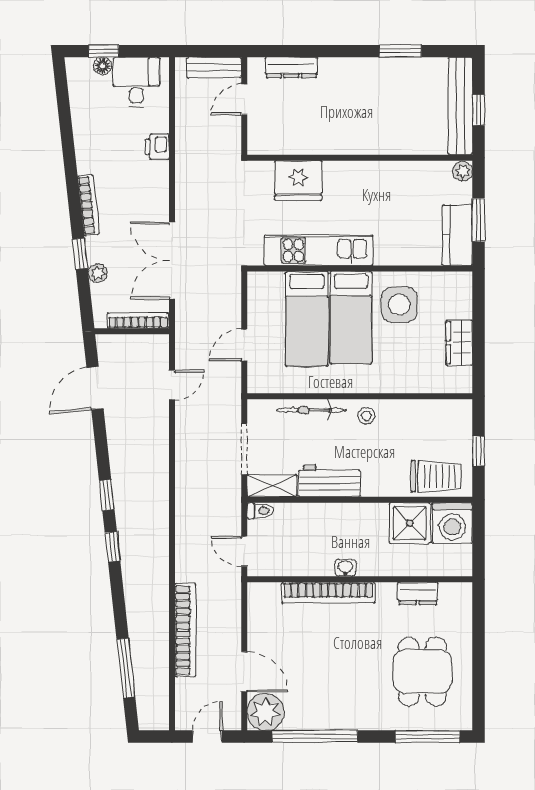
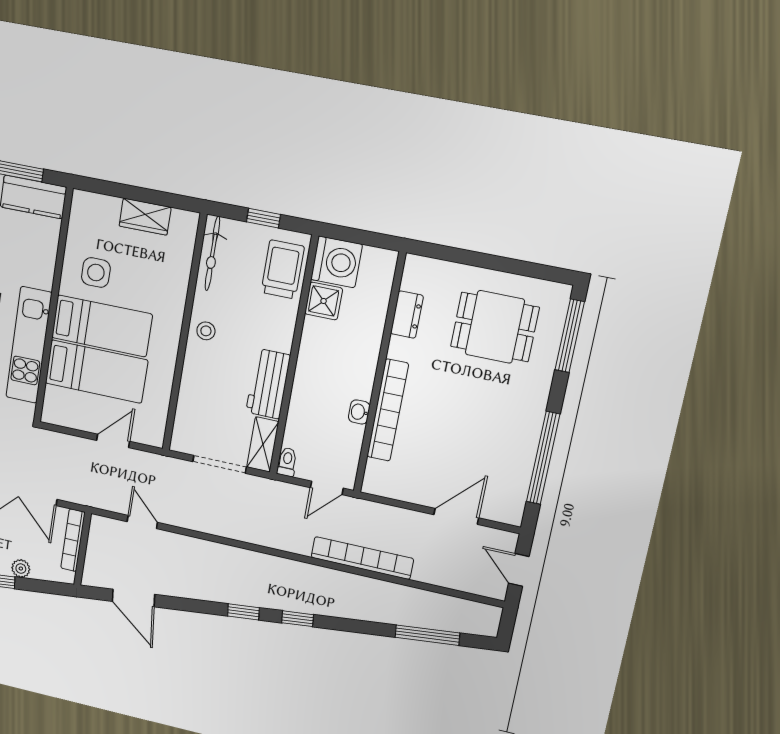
side table: (399, 305) -> (96, 272), width x0.73, depth x0.73
door: (244, 345) -> (113, 441), swing flipped
bicycle: (312, 410) -> (212, 254), moved
shower: (410, 523) -> (324, 301), width x0.73, depth x0.73
washbasin: (345, 568) -> (359, 412), moved
bookcase: (185, 630) -> (362, 558), moved
plant: (266, 712) -> (505, 504), removed

